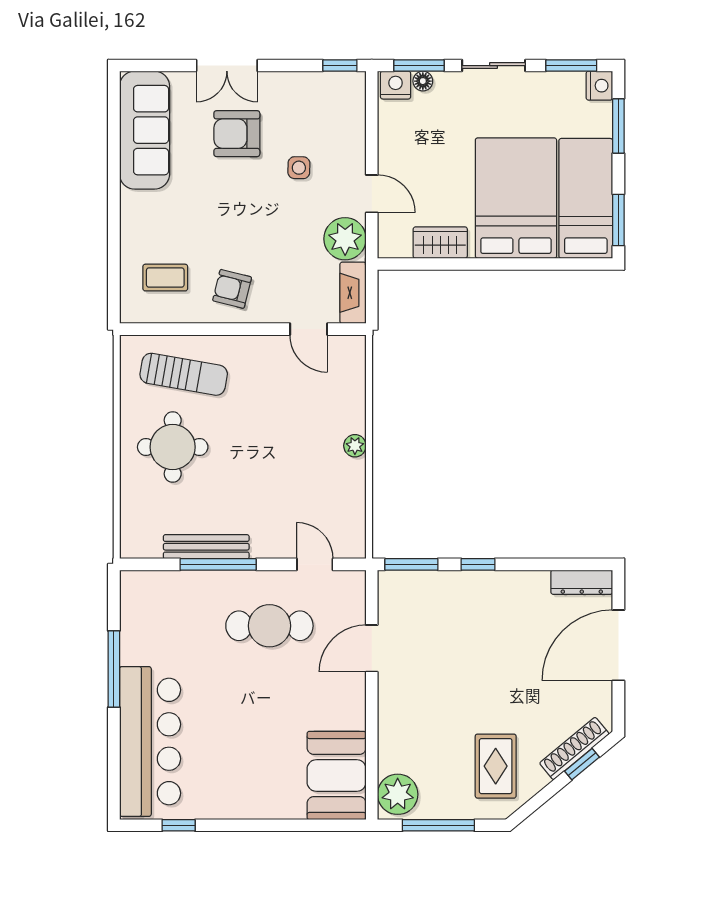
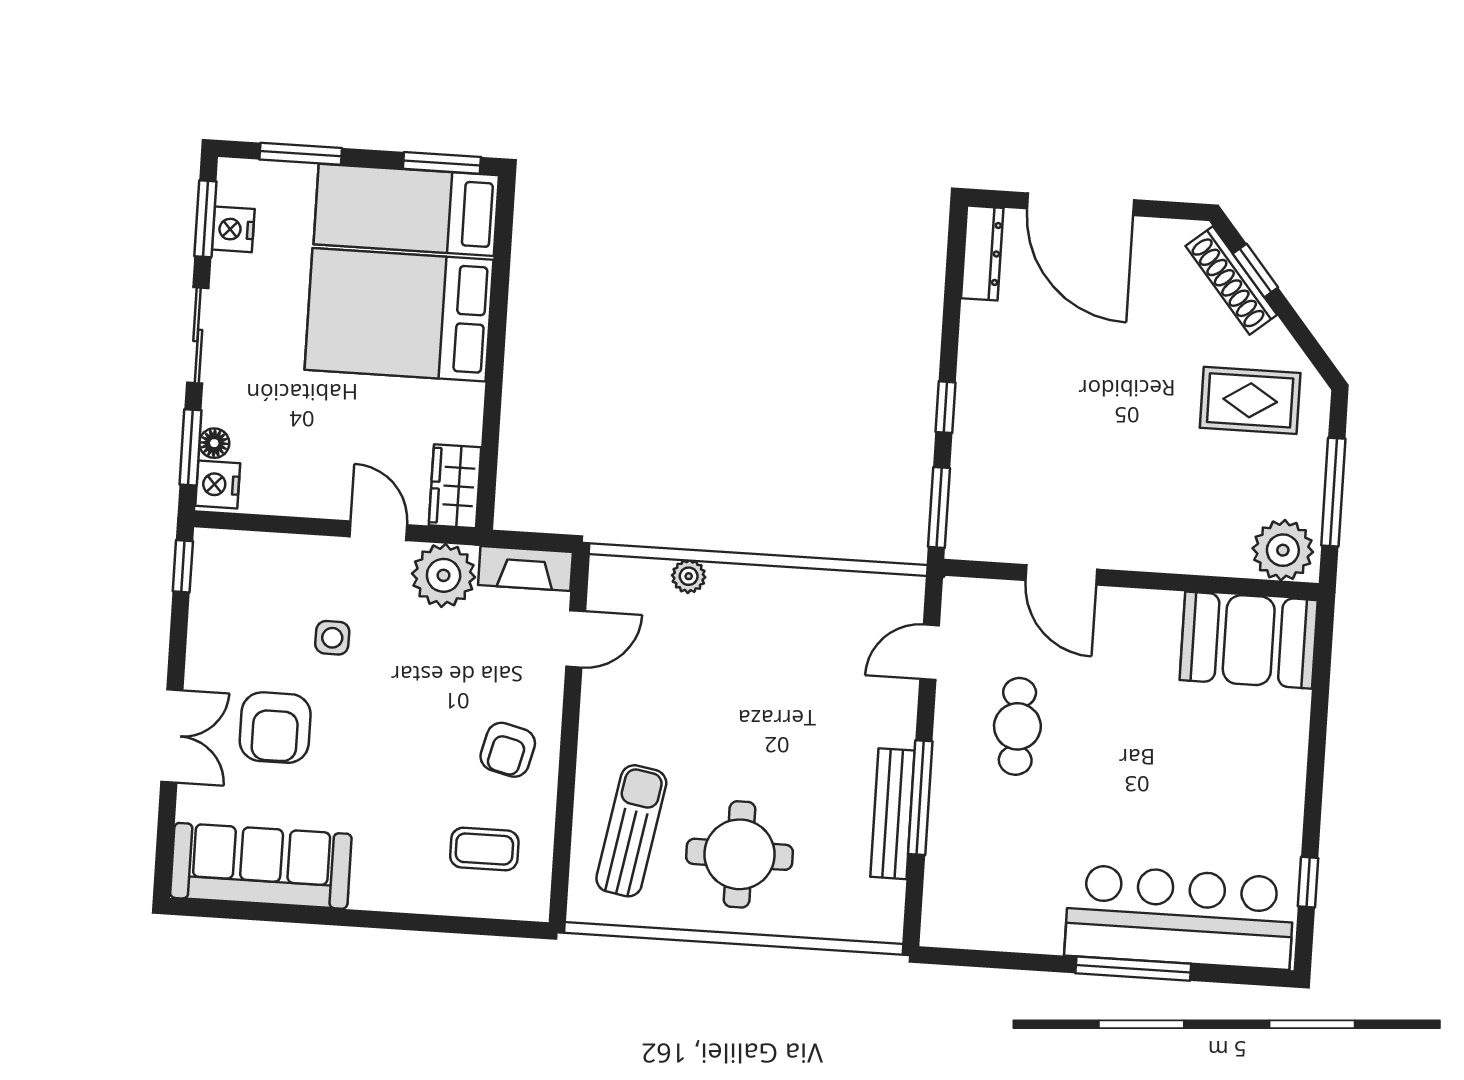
nightstand: (599, 86) -> (233, 229), moved, turned -90
door: (372, 194) -> (378, 531), hinge flipped
wardrobe: (440, 243) -> (455, 486), moved
coffee table: (165, 278) -> (484, 849), turned 90
plant: (355, 446) -> (689, 576), moved
cafe table: (269, 626) -> (1017, 726), width x0.73, depth x0.74
window: (114, 669) -> (1133, 969), moved

